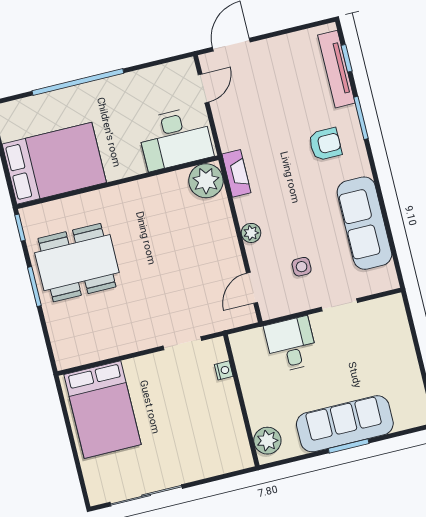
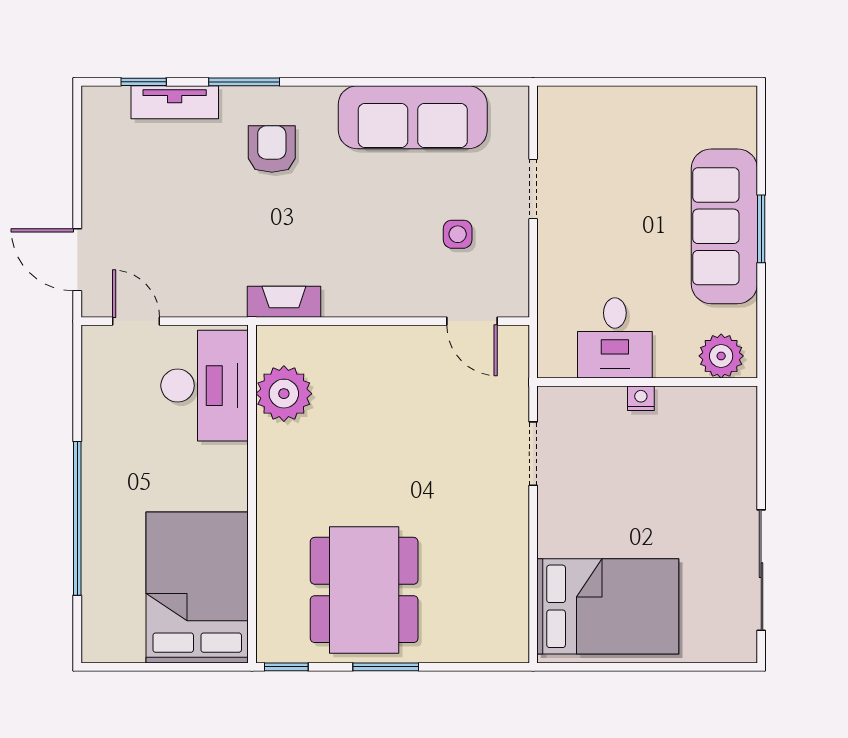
tv unit: (336, 69) -> (175, 102), width x0.71
plant: (206, 181) -> (284, 394), moved
plant: (251, 233) -> (384, 302), removed
desk: (291, 344) -> (615, 338), moved, turned -90
nightstand: (224, 370) -> (641, 398), moved

